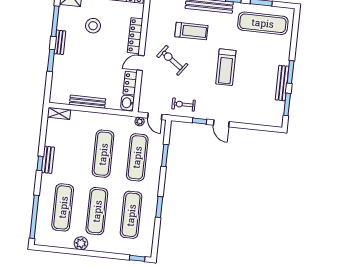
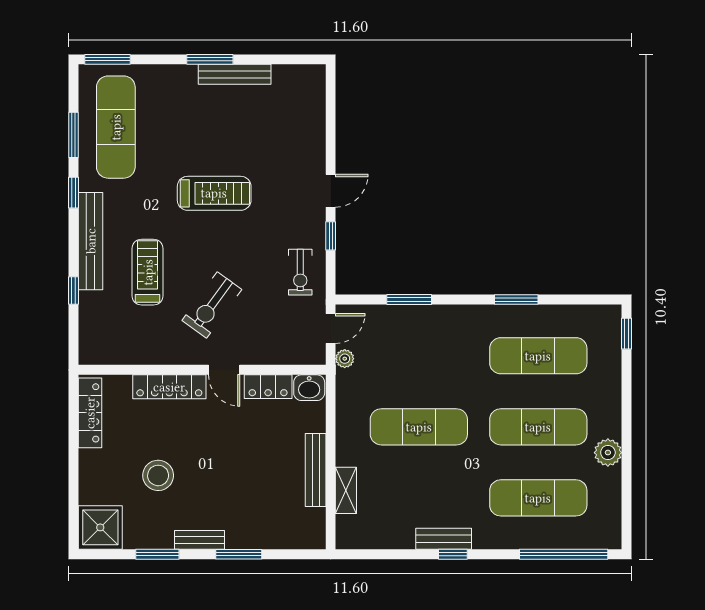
window: (55, 21) -> (157, 554), width x0.69
window: (287, 104) -> (108, 59), moved
shelving: (59, 113) -> (346, 490), moved
exercise mat: (137, 157) -> (419, 356), removed

